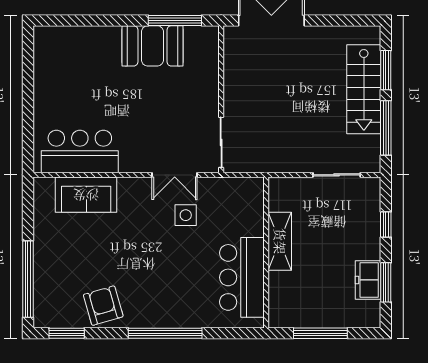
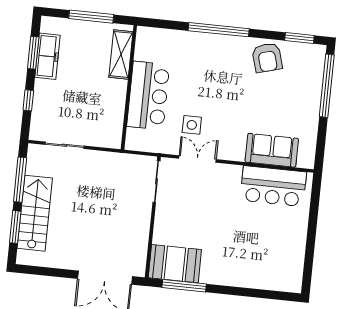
booth: (152, 46) -> (175, 264), moved
shelving: (280, 241) -> (121, 54), moved
bar counter: (242, 277) -> (148, 96), moved
freezer: (368, 280) -> (48, 56), width x1.40

